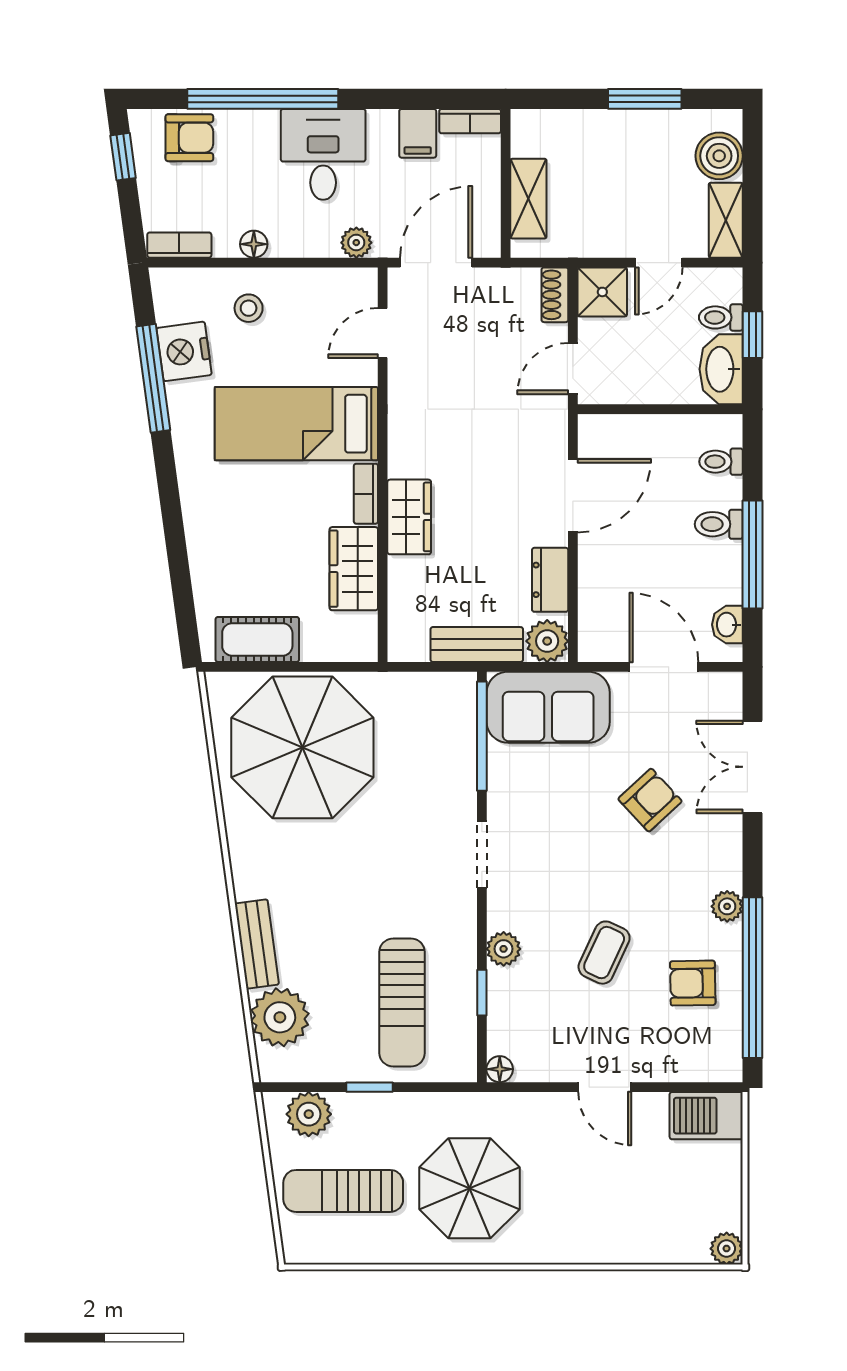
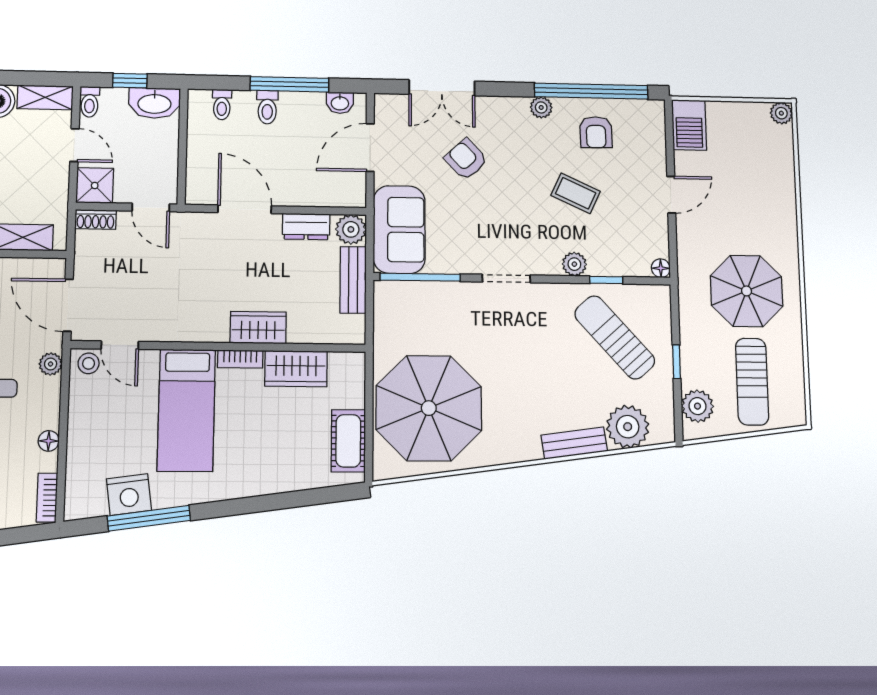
stool: (249, 308) -> (89, 363), moved
toilet: (721, 317) -> (90, 102), moved
sun lounger: (402, 1003) -> (615, 337), turned -132

